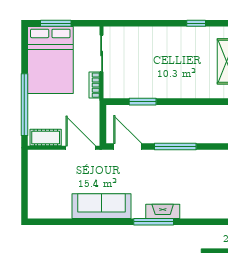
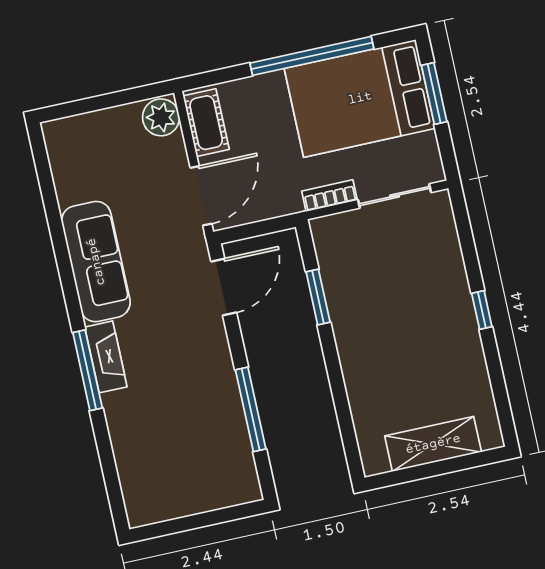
window: (196, 23) -> (482, 310), moved
window: (24, 105) -> (312, 56), moved
window: (175, 147) -> (251, 409), moved
plant: (38, 159) -> (161, 117), added
fireplace: (163, 211) -> (106, 357), moved

